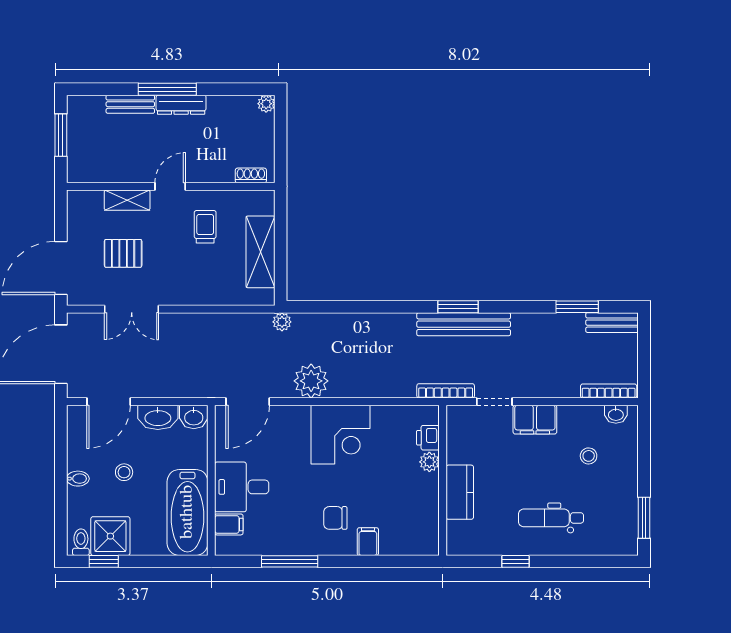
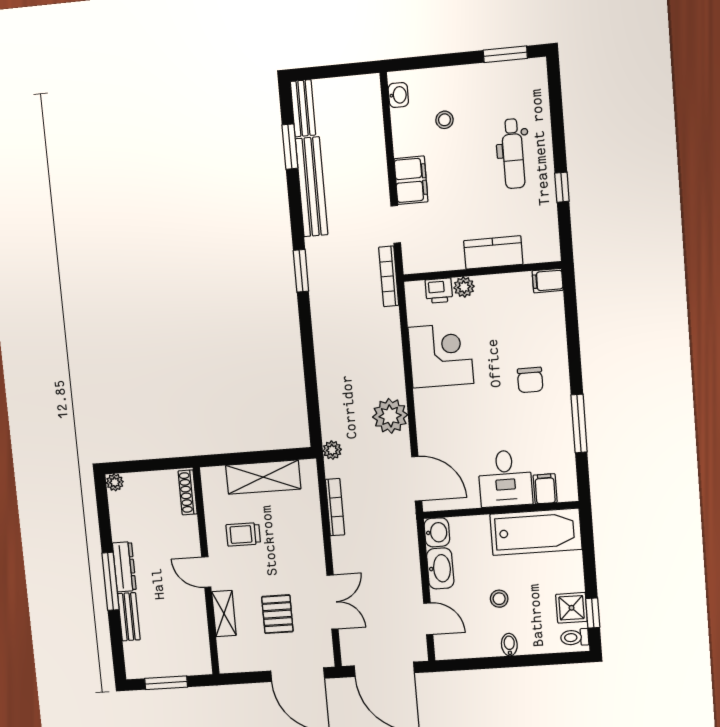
shoe rack: (251, 175) -> (188, 492), width x1.43
bench: (464, 324) -> (312, 187), moved
bookcase: (609, 391) -> (335, 507), moved, turned 180
door: (109, 402) -> (428, 619), width x0.73
corner desk: (340, 435) -> (441, 355), moved
shower: (110, 536) -> (571, 608), width x0.73, depth x0.73
filing cabinet: (368, 542) -> (548, 281), moved

